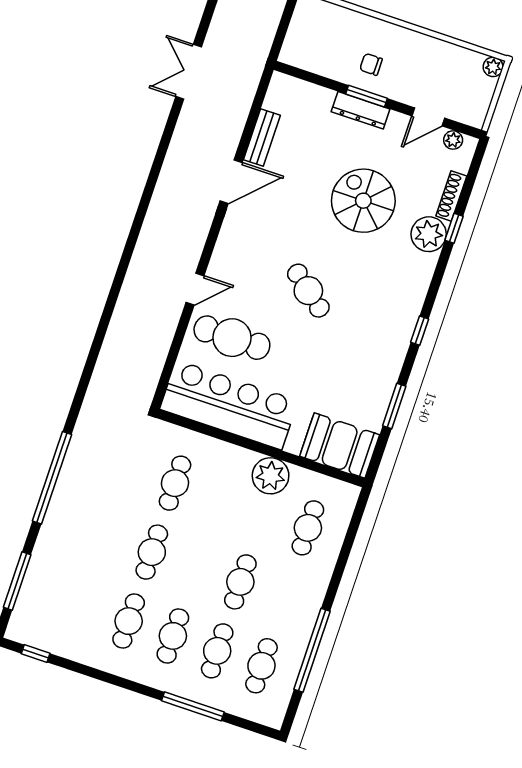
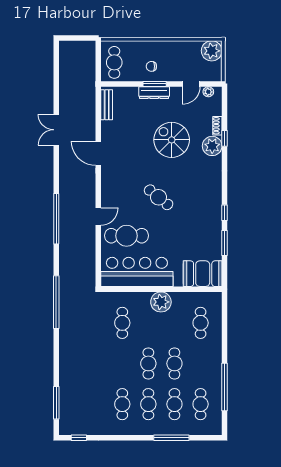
cafe table: (310, 36) -> (114, 62), added
plant: (493, 67) -> (212, 51), width x1.88, depth x1.88
double door: (189, 72) -> (56, 130), moved
bench: (262, 137) -> (107, 105), moved
door: (231, 182) -> (98, 153), swing flipped
shoe rack: (451, 196) -> (217, 126), width x0.70
window: (122, 269) -> (56, 219), added
window: (420, 331) -> (225, 213), moved
plant: (271, 476) -> (161, 302), moved
window: (52, 478) -> (56, 302), moved
cafe table: (152, 552) -> (148, 363), moved

